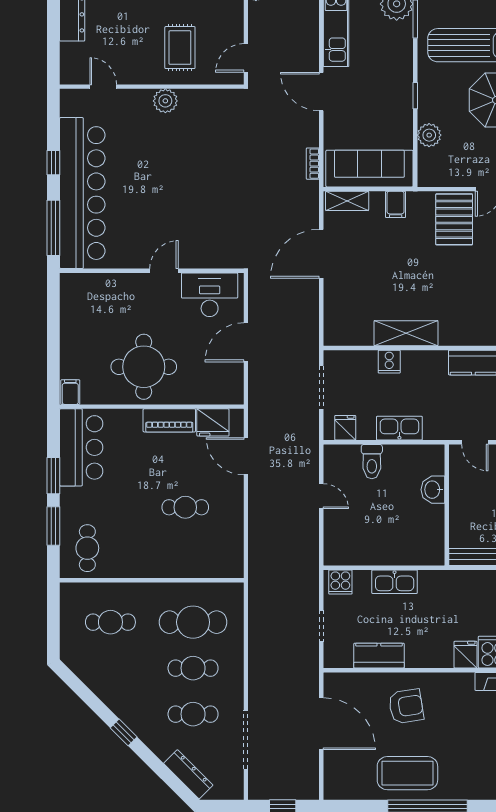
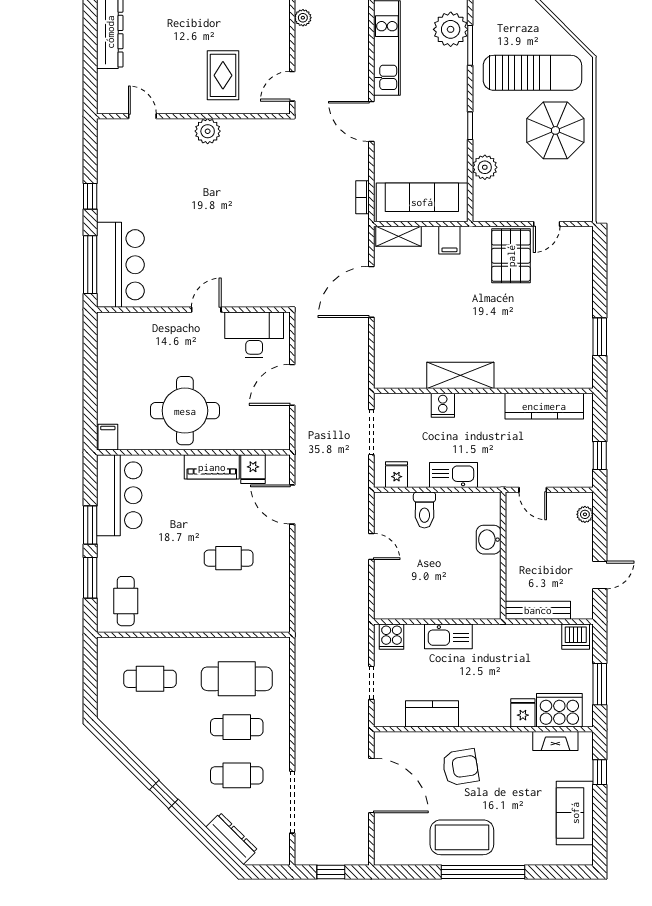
bar counter: (82, 193) -> (120, 265), width x0.54
fridge: (213, 422) -> (253, 469), width x0.72

